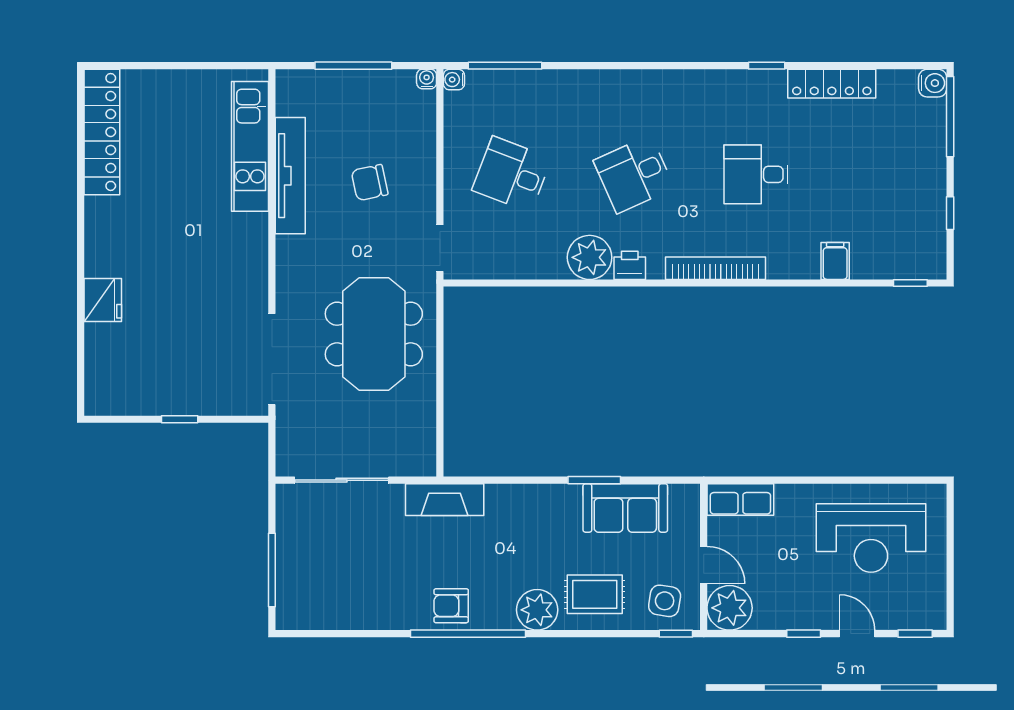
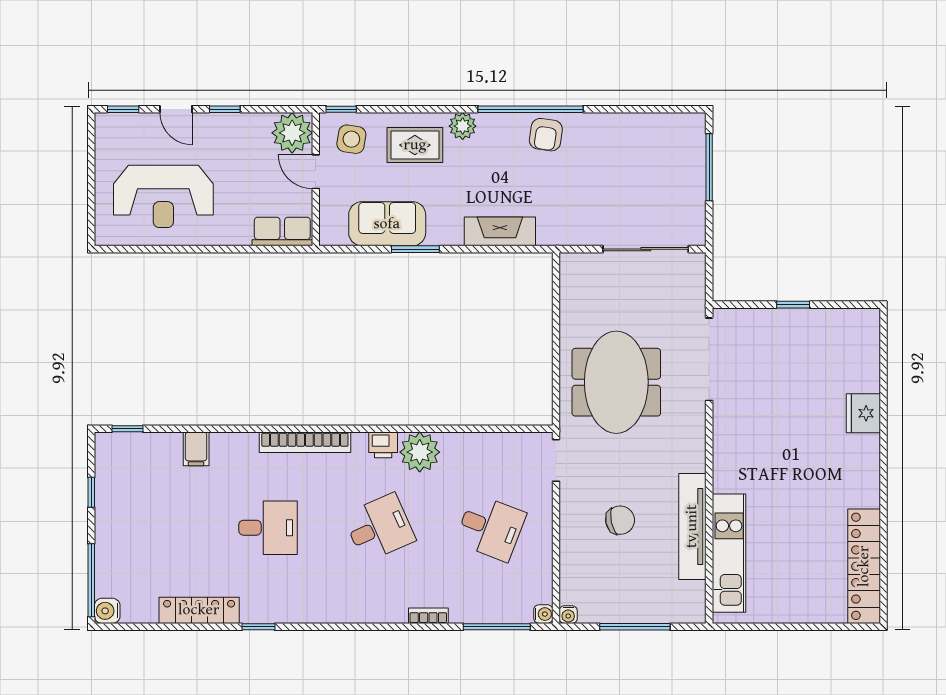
bookcase: (580, 78) -> (428, 616), added
fireplace: (445, 500) -> (500, 231), moved
reception desk: (871, 538) -> (163, 196), turned 180
armchair: (451, 606) -> (546, 135), turned 98
plant: (537, 610) -> (463, 126), width x0.73, depth x0.73

